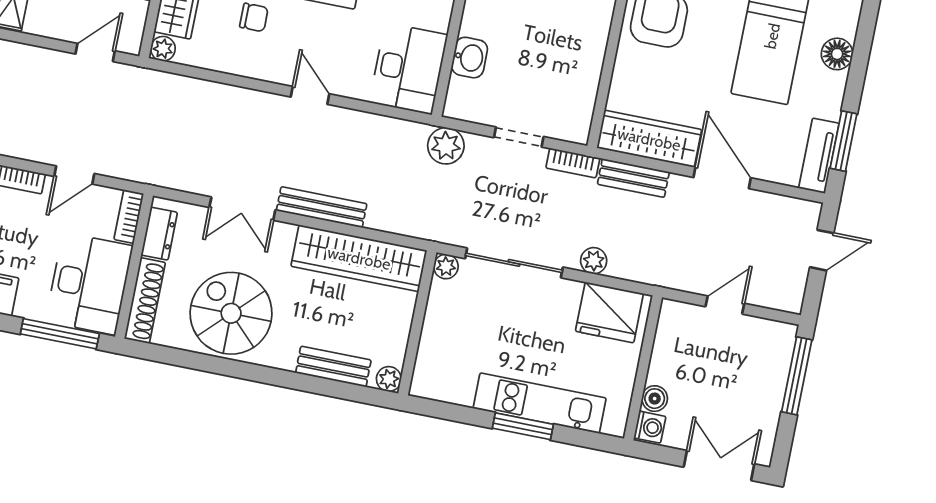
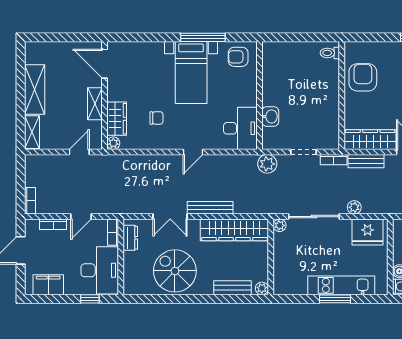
door: (310, 95) -> (193, 152), swing flipped
shoe rack: (145, 301) -> (130, 273), removed
window: (60, 334) -> (90, 299), width x0.46

